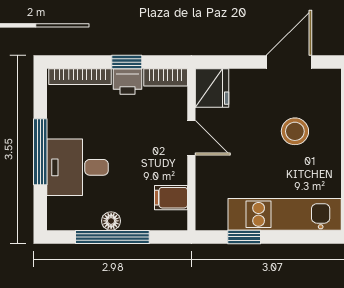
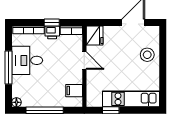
stool: (295, 131) -> (147, 55), moved
desk: (78, 167) -> (27, 60), moved
floor lamp: (111, 221) -> (16, 102), moved

